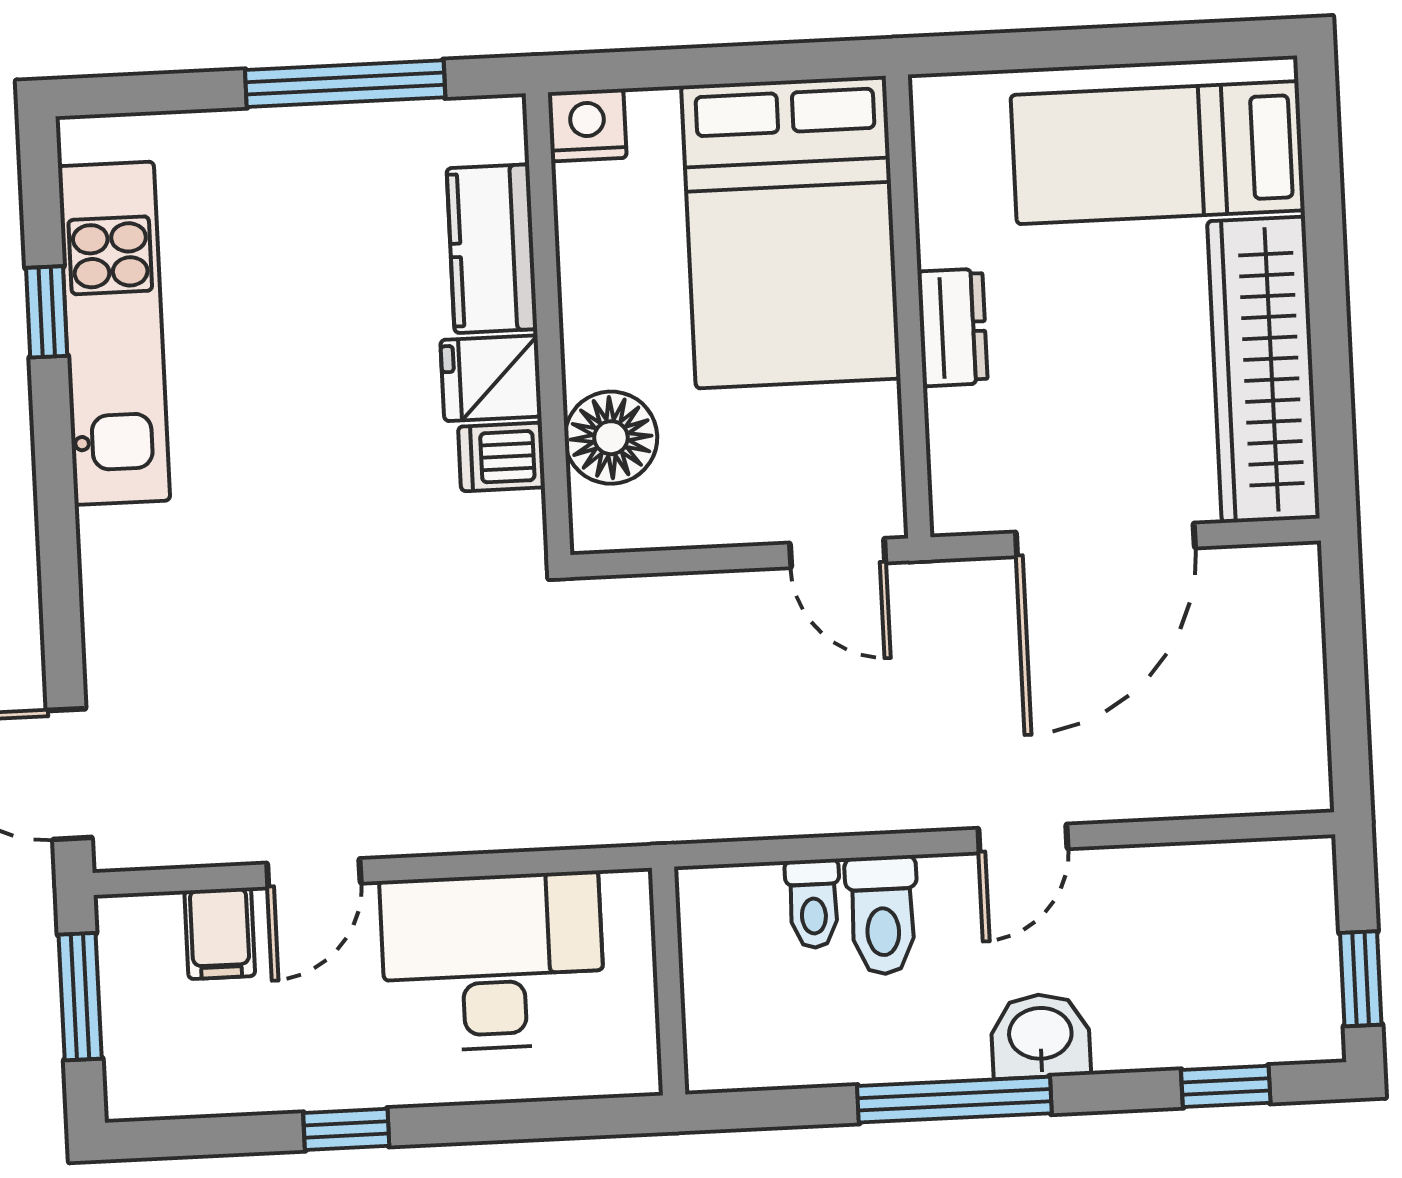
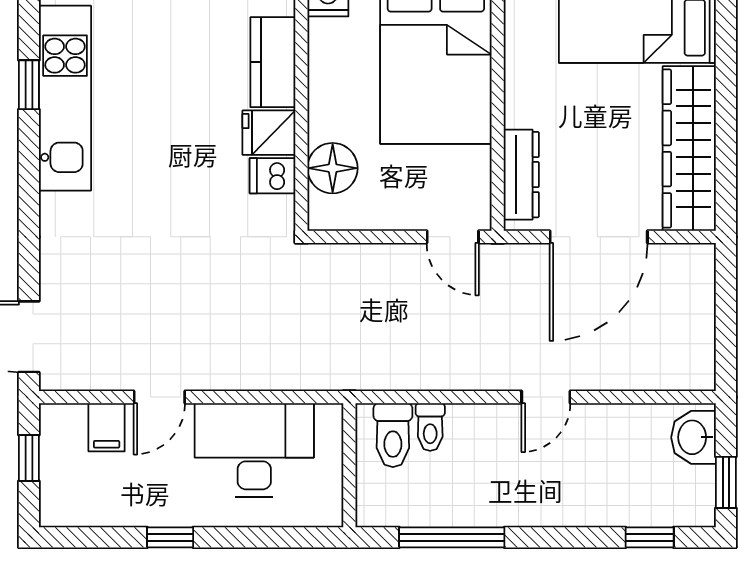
dresser: (953, 327) -> (521, 175), moved, width x1.44
toilet: (882, 915) -> (393, 435), moved
window: (80, 997) -> (29, 458), width x0.67
washbasin: (1040, 1036) -> (693, 437), moved, turned -90
window: (954, 1100) -> (452, 537), moved

